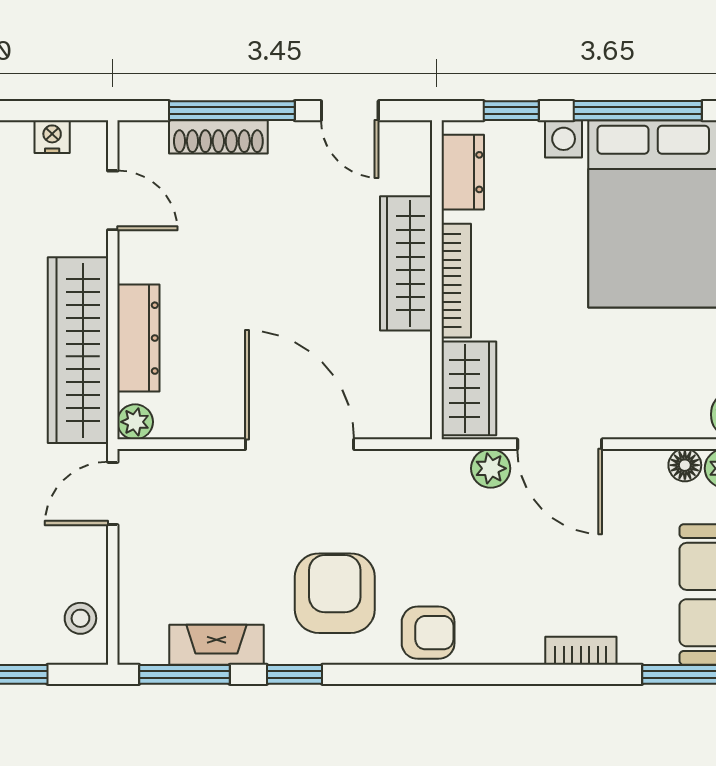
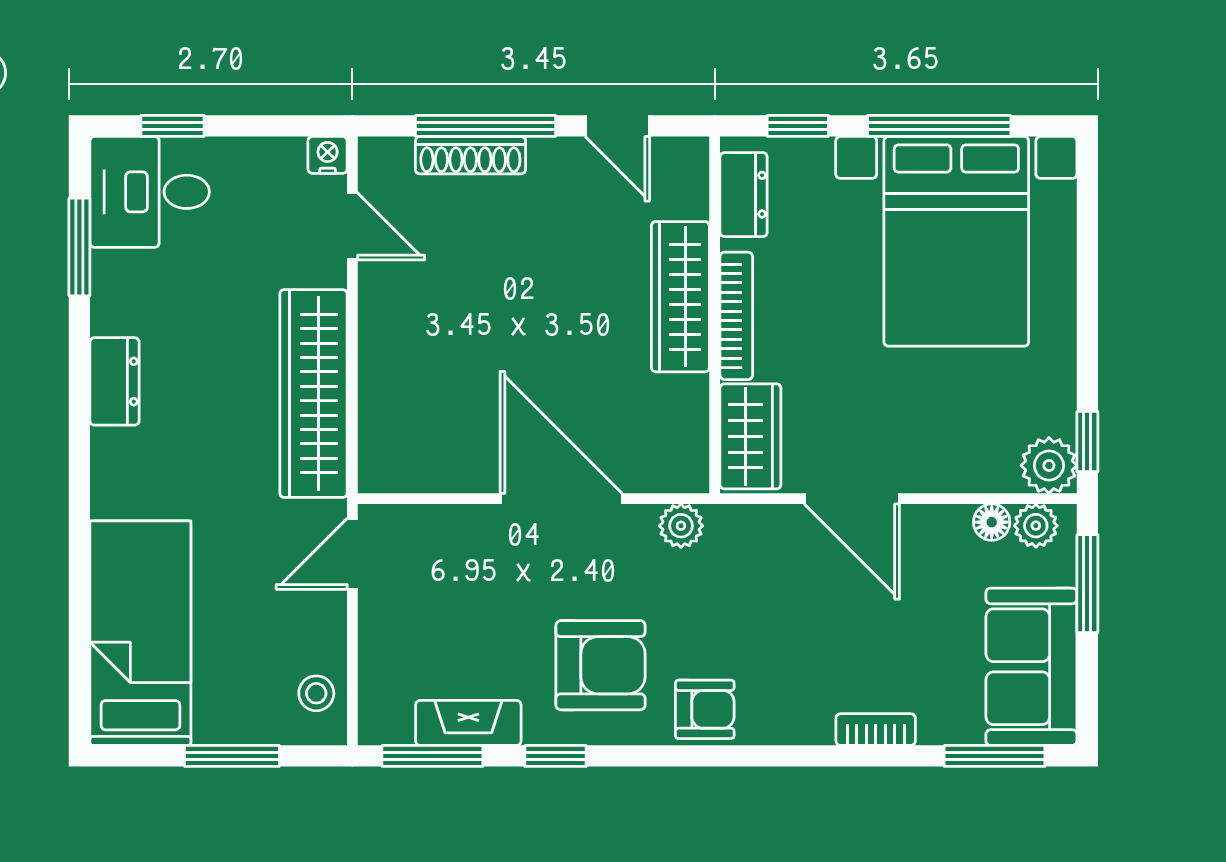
nightstand: (52, 137) -> (328, 155), moved
dresser: (138, 338) -> (381, 380), removed
plant: (135, 422) -> (377, 474), removed
plant: (491, 468) -> (681, 526), moved
armchair: (335, 593) -> (601, 665), turned 90

